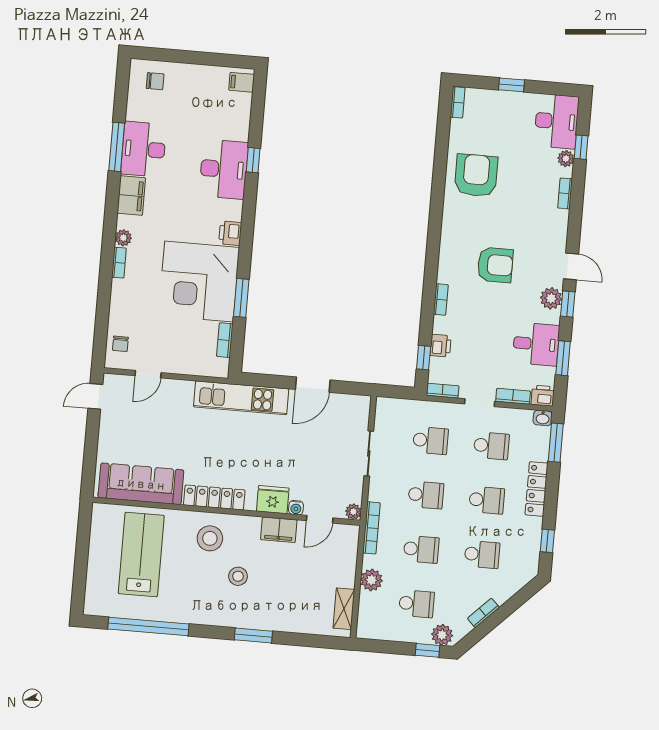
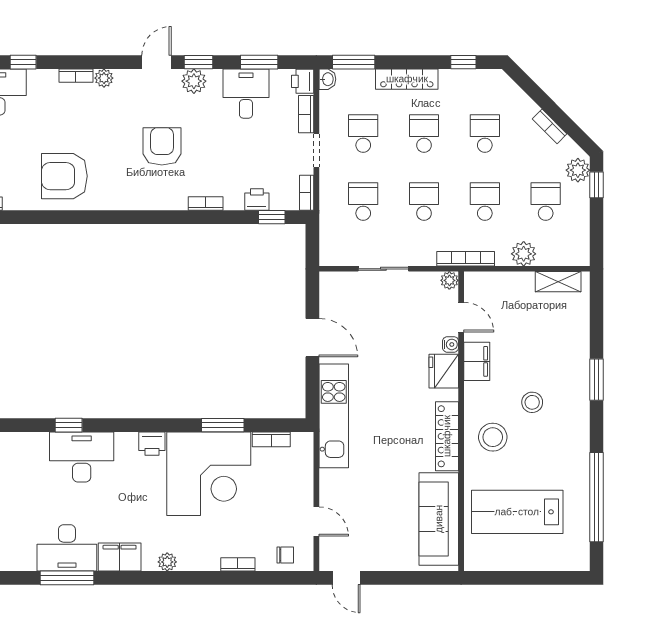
plant: (566, 159) -> (104, 78), moved
bookcase: (119, 263) -> (238, 564), moved

